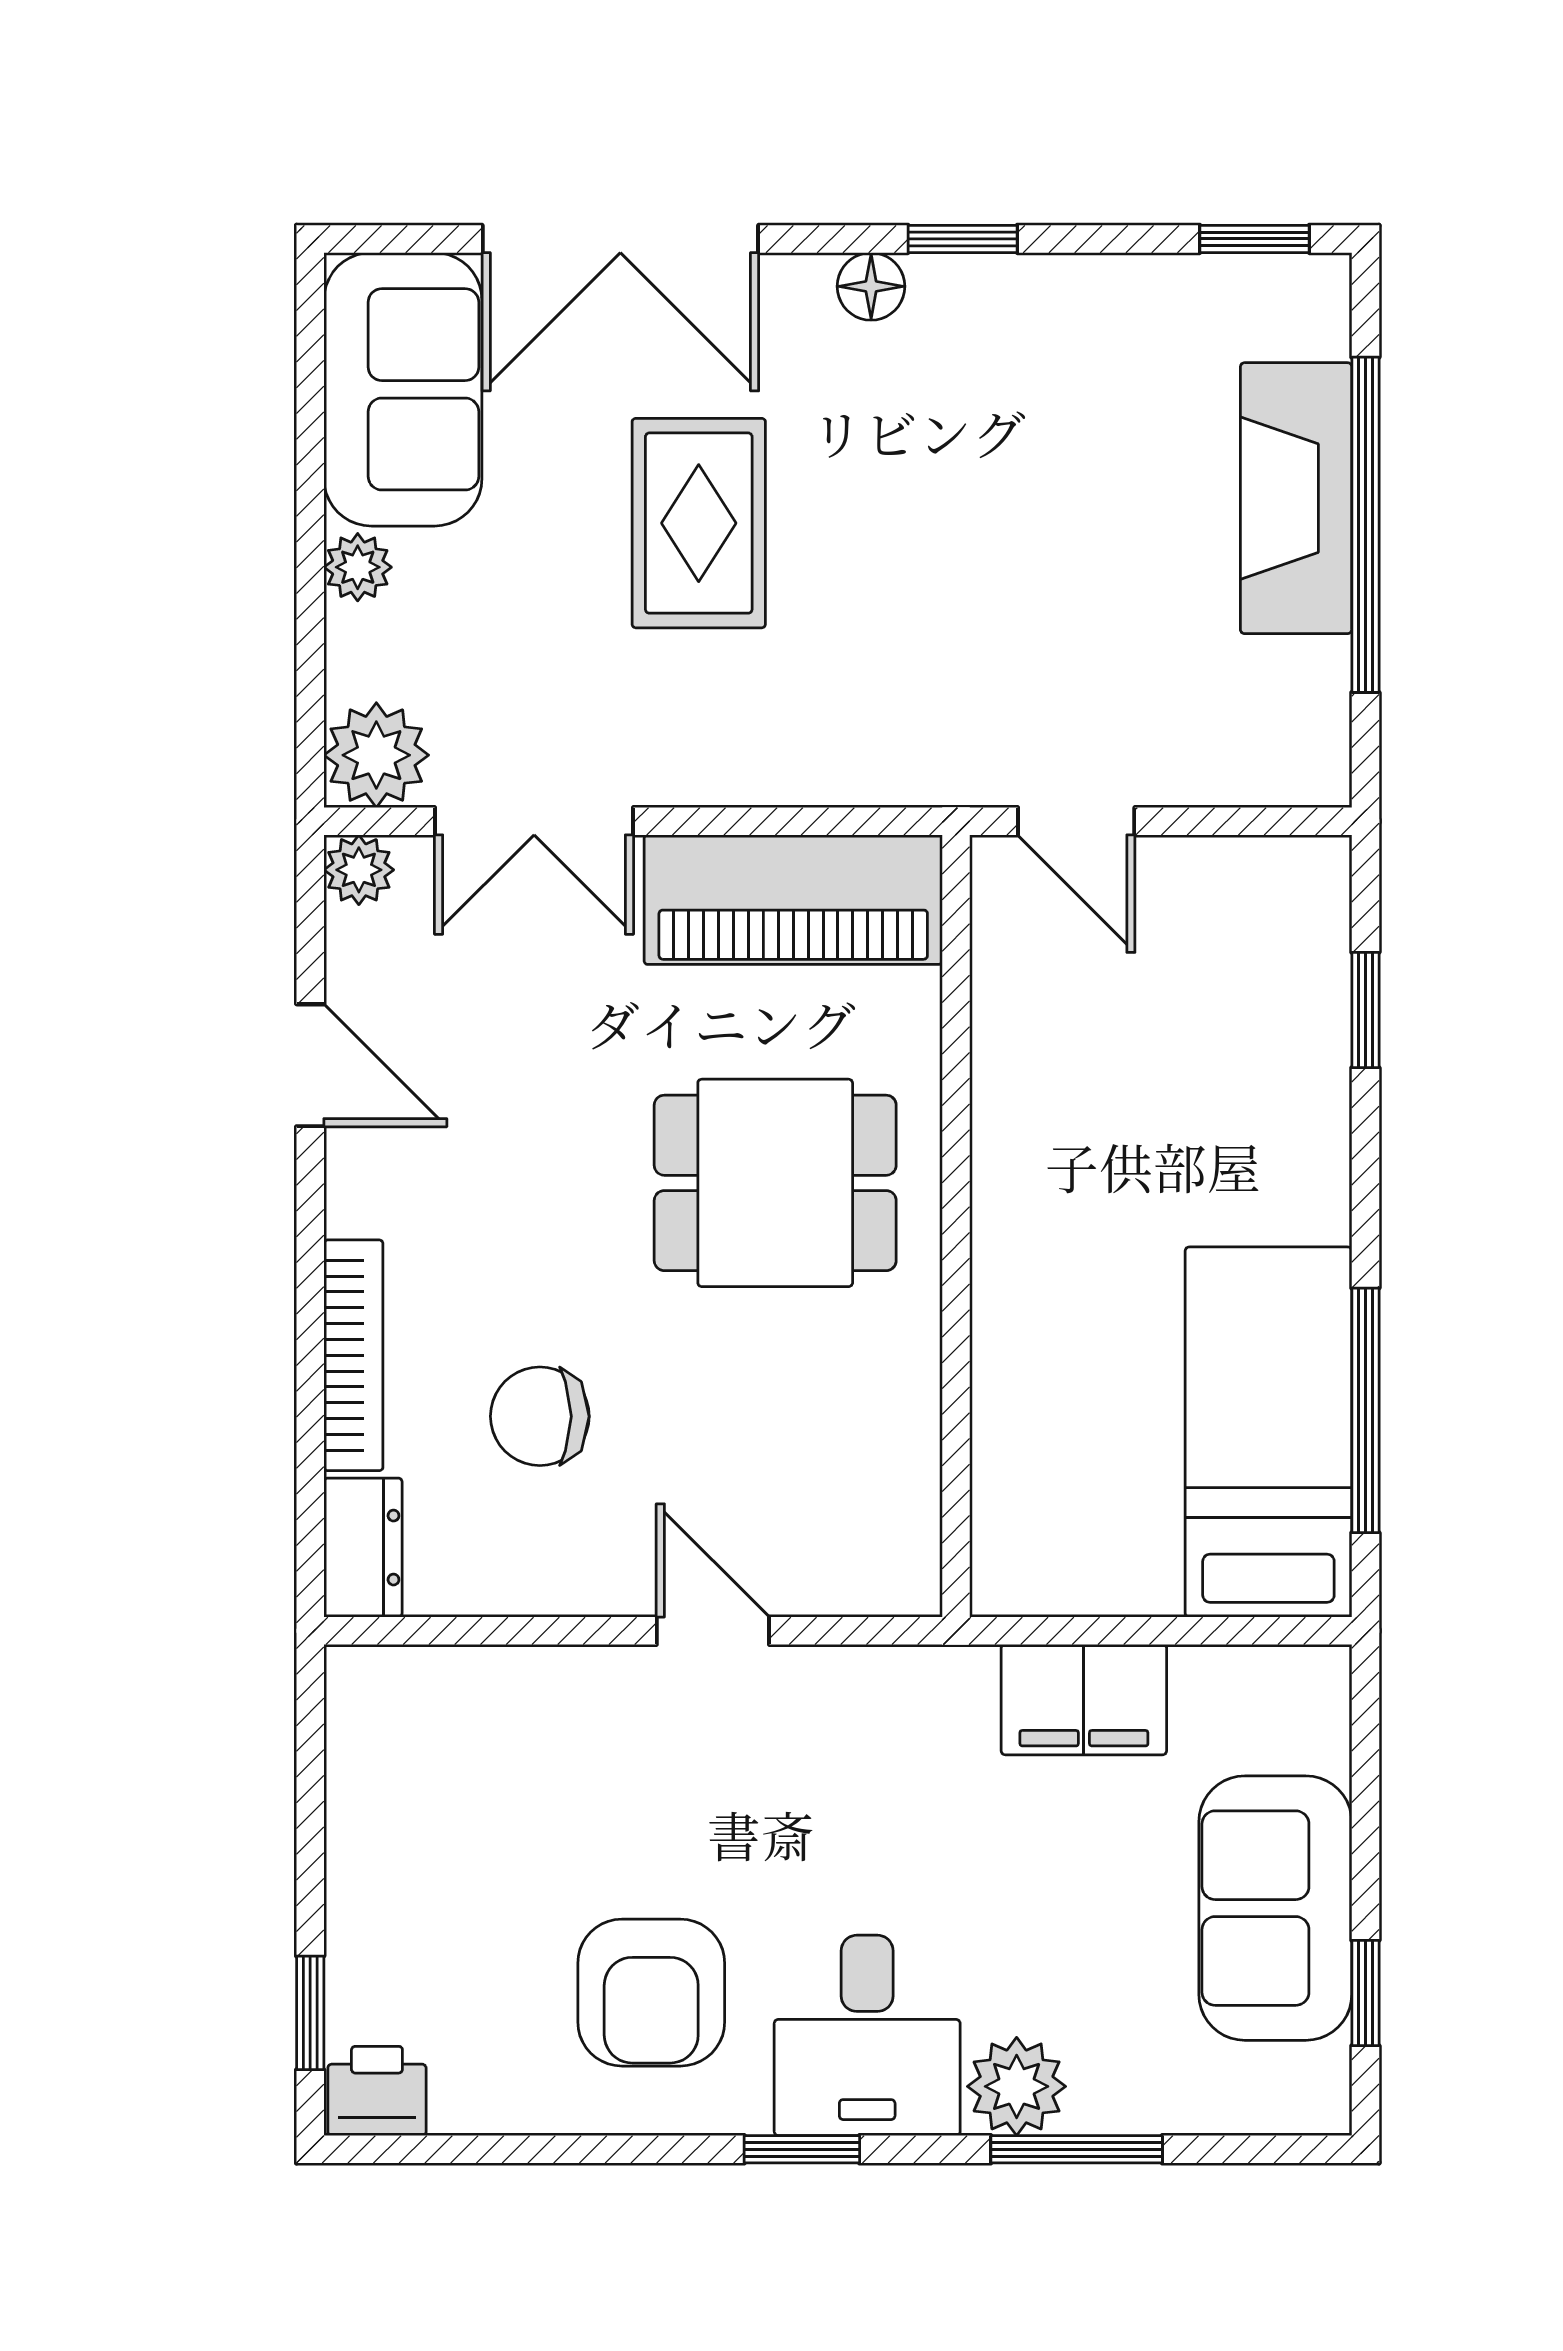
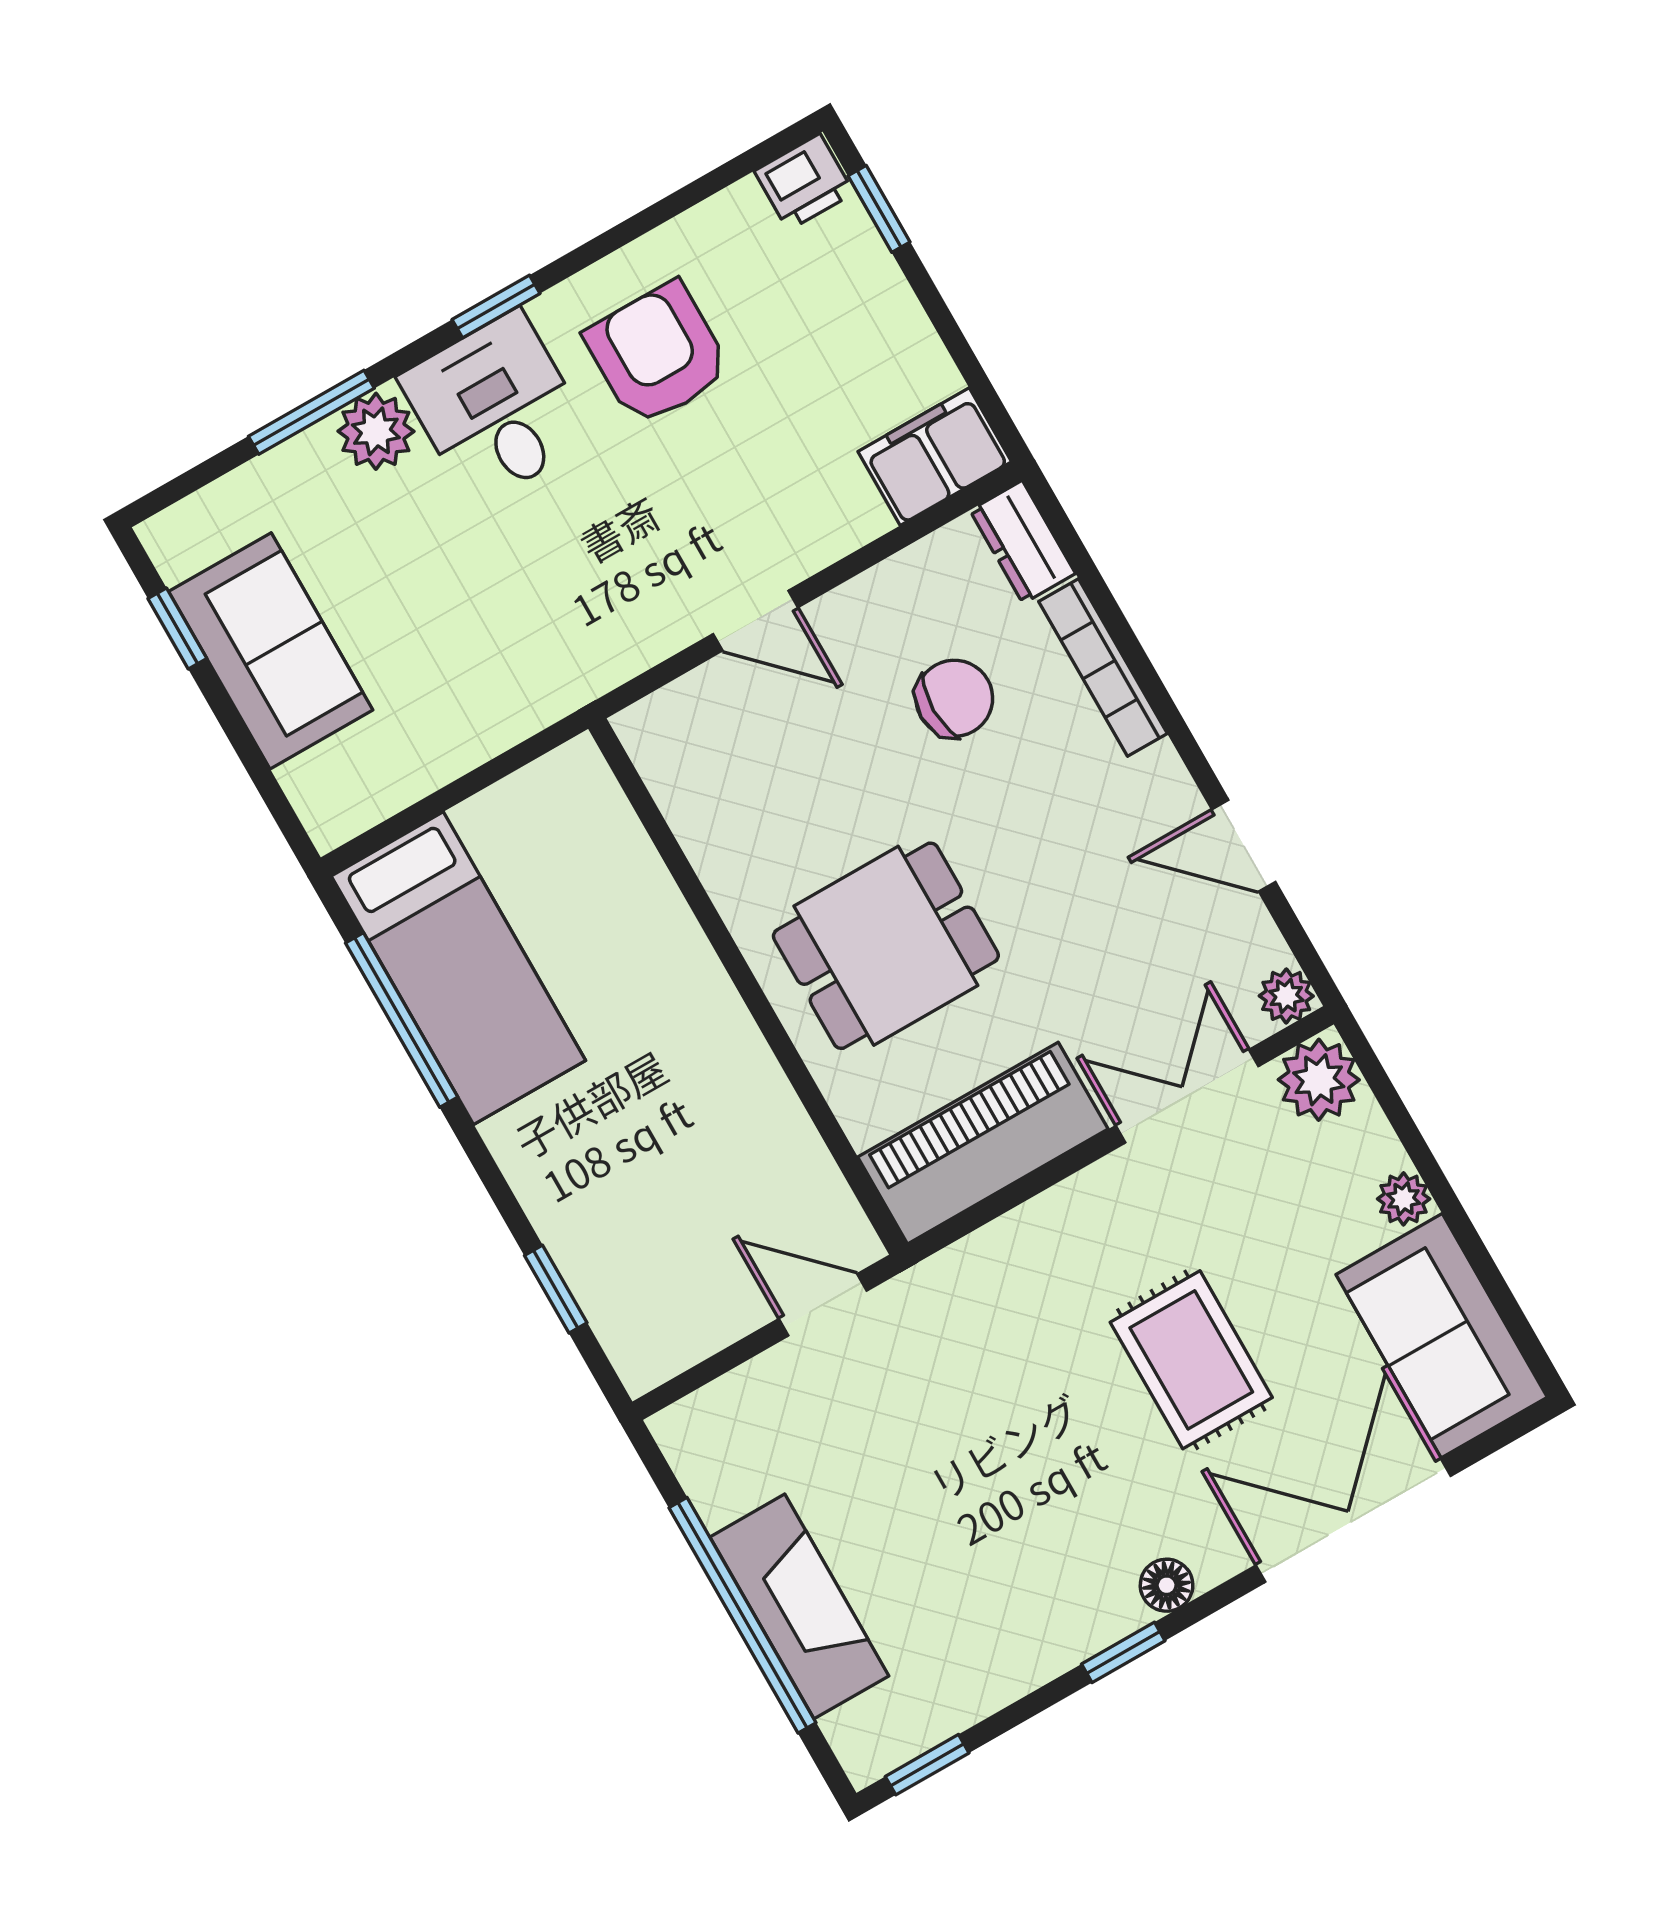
filing cabinet: (1084, 1700) -> (935, 457), moved

